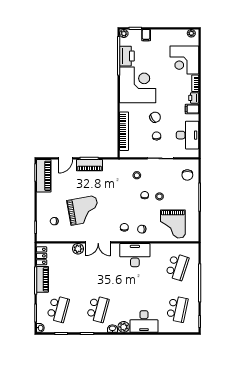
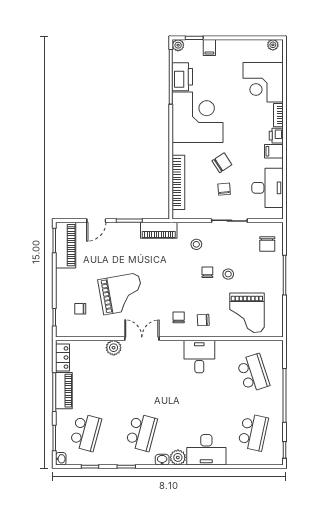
piano: (89, 165) -> (159, 230), moved
double door: (98, 242) -> (142, 339), swing flipped
desk: (135, 255) -> (199, 357), width x0.73
school desk: (177, 267) -> (253, 373), turned -36

